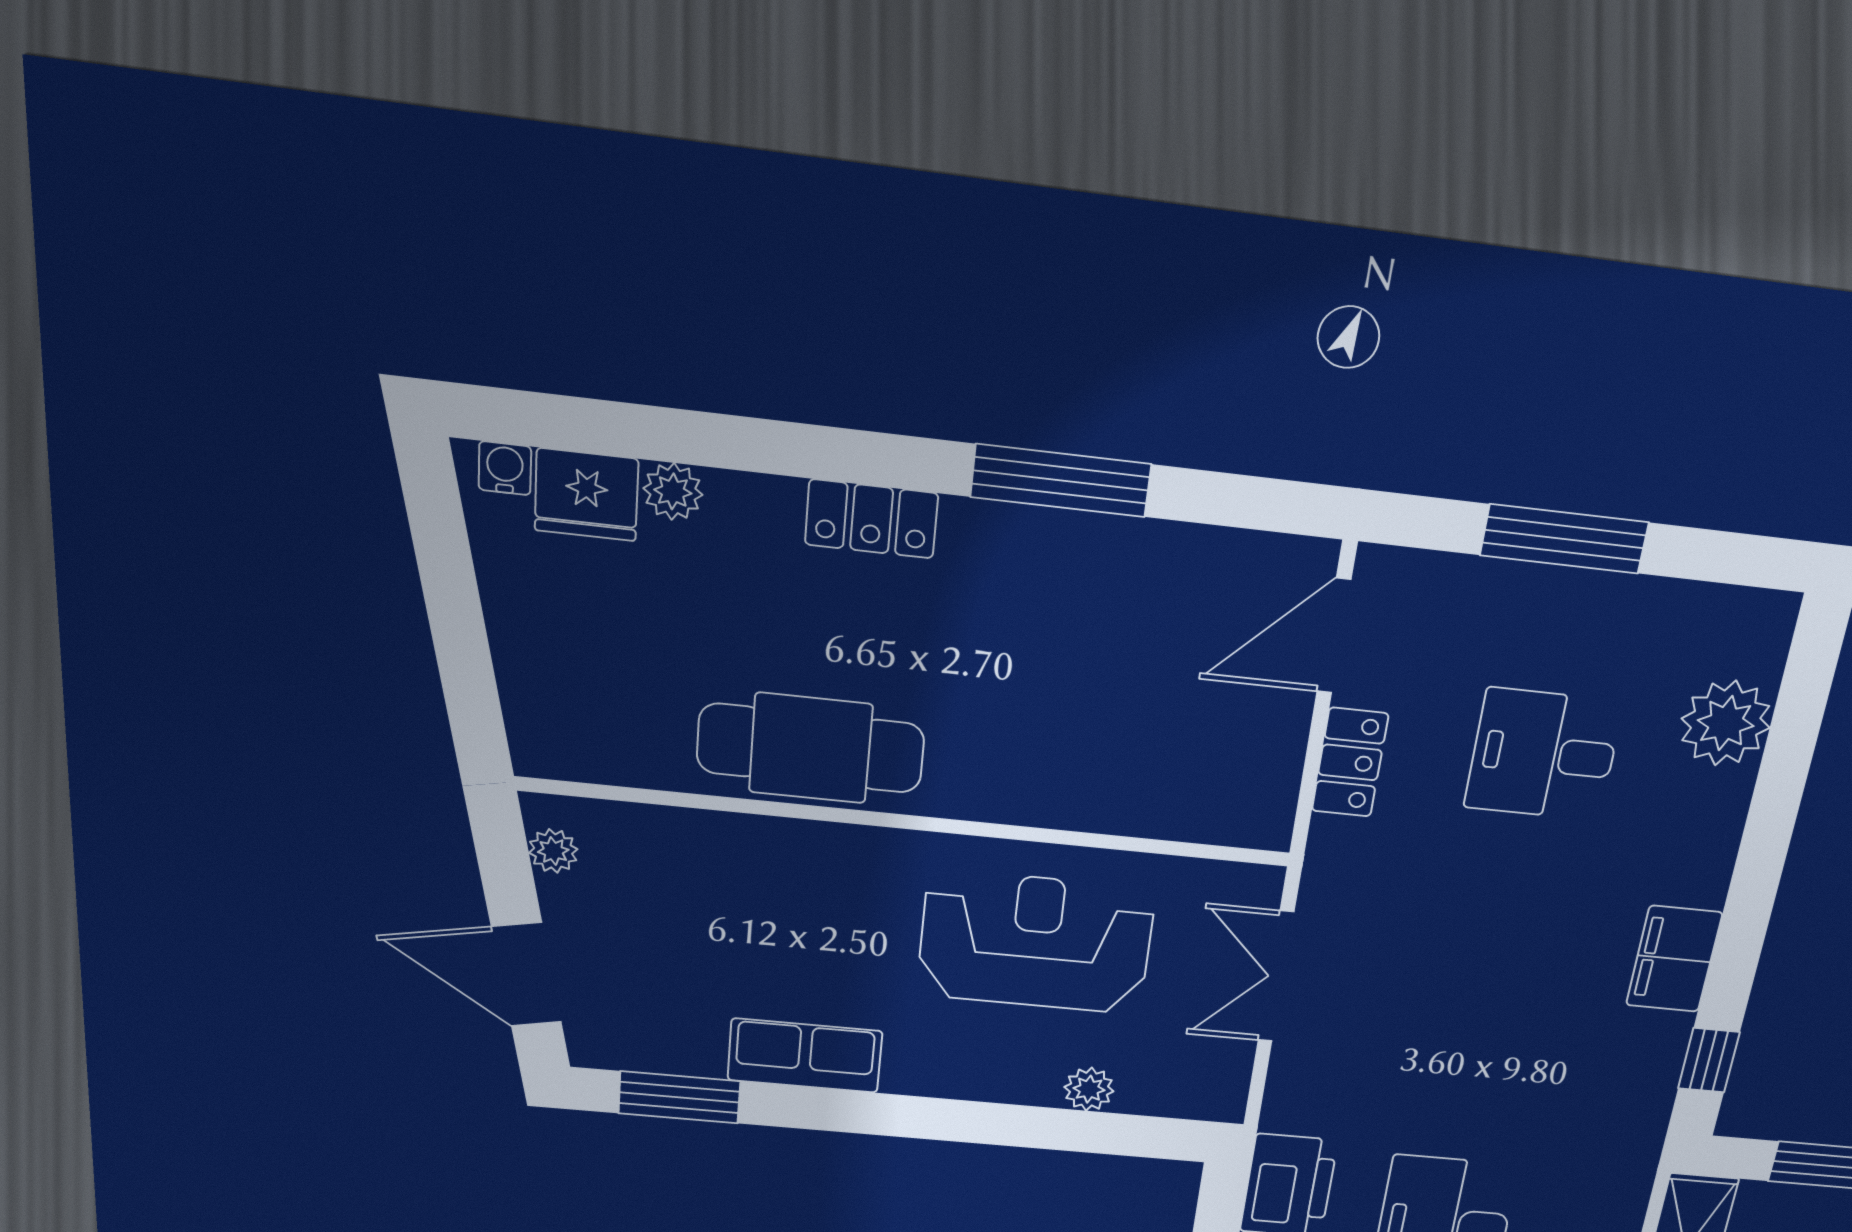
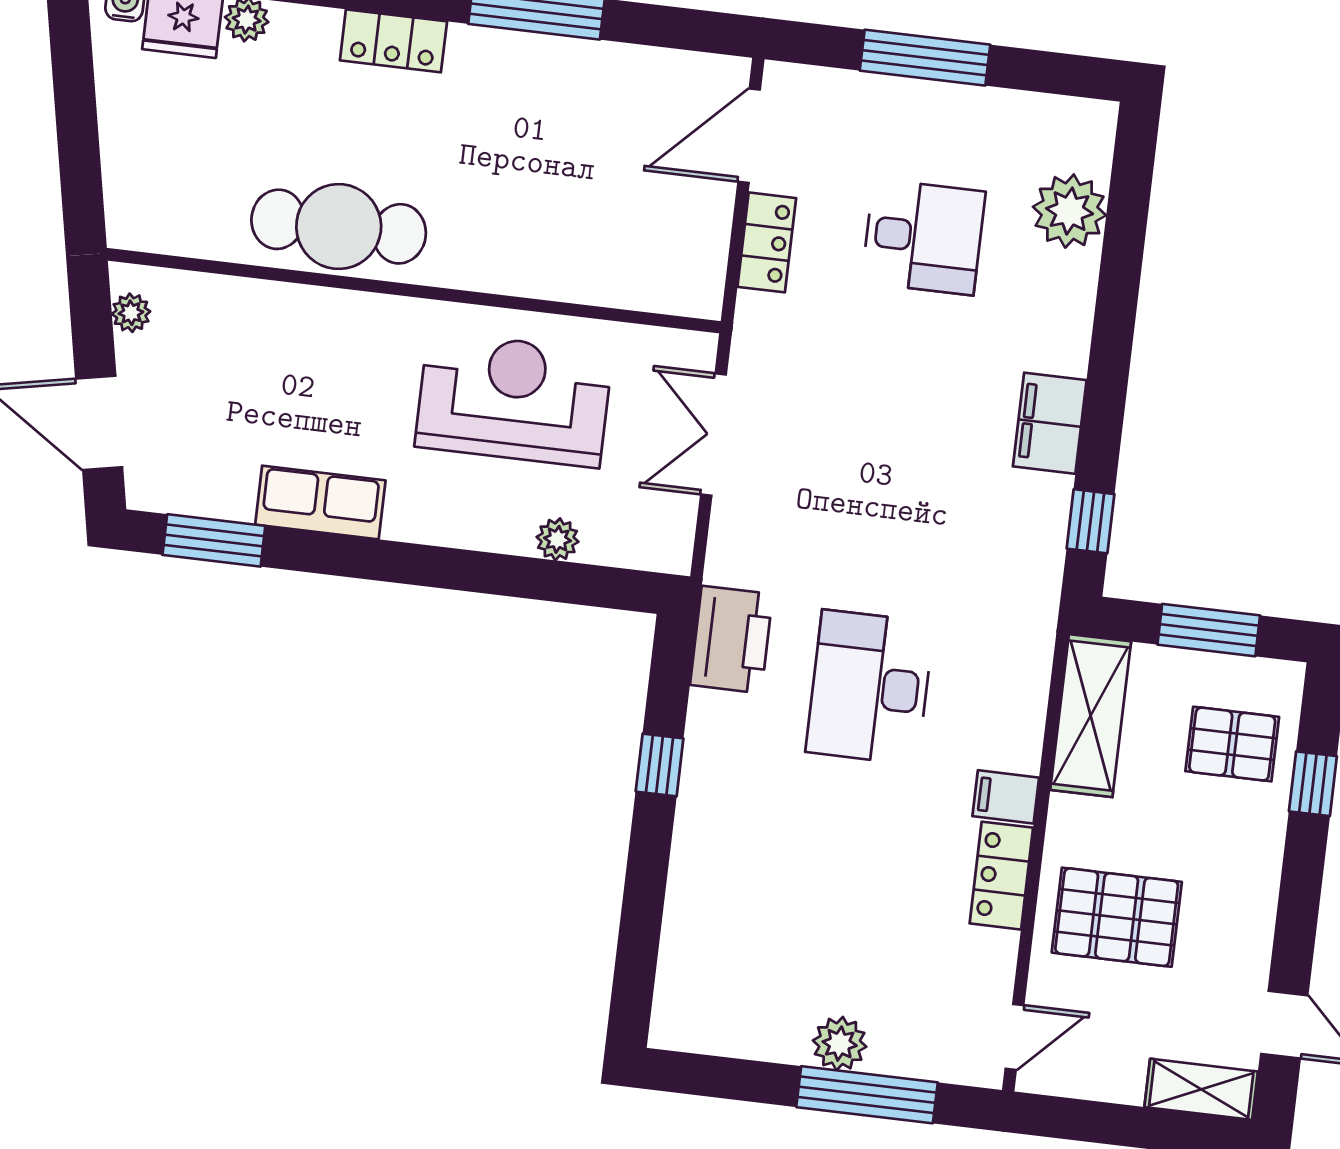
desk: (1544, 754) -> (923, 237), turned 180

